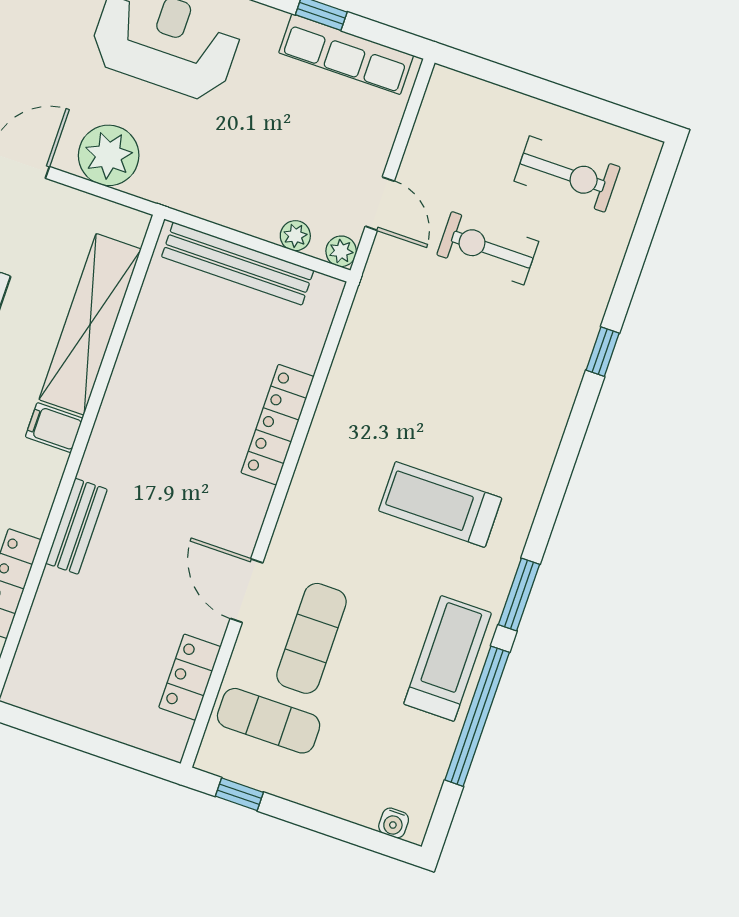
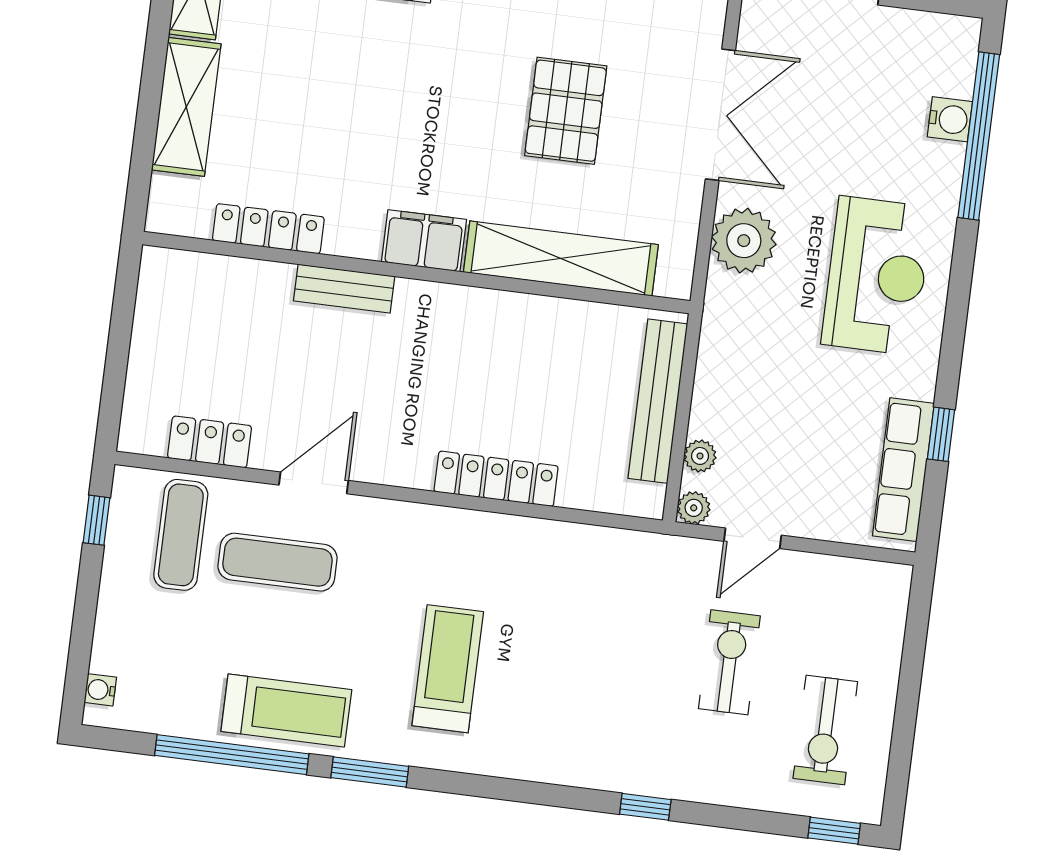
window: (660, 185) -> (834, 831), added
filing cabinet: (54, 428) -> (424, 241), width x2.00

